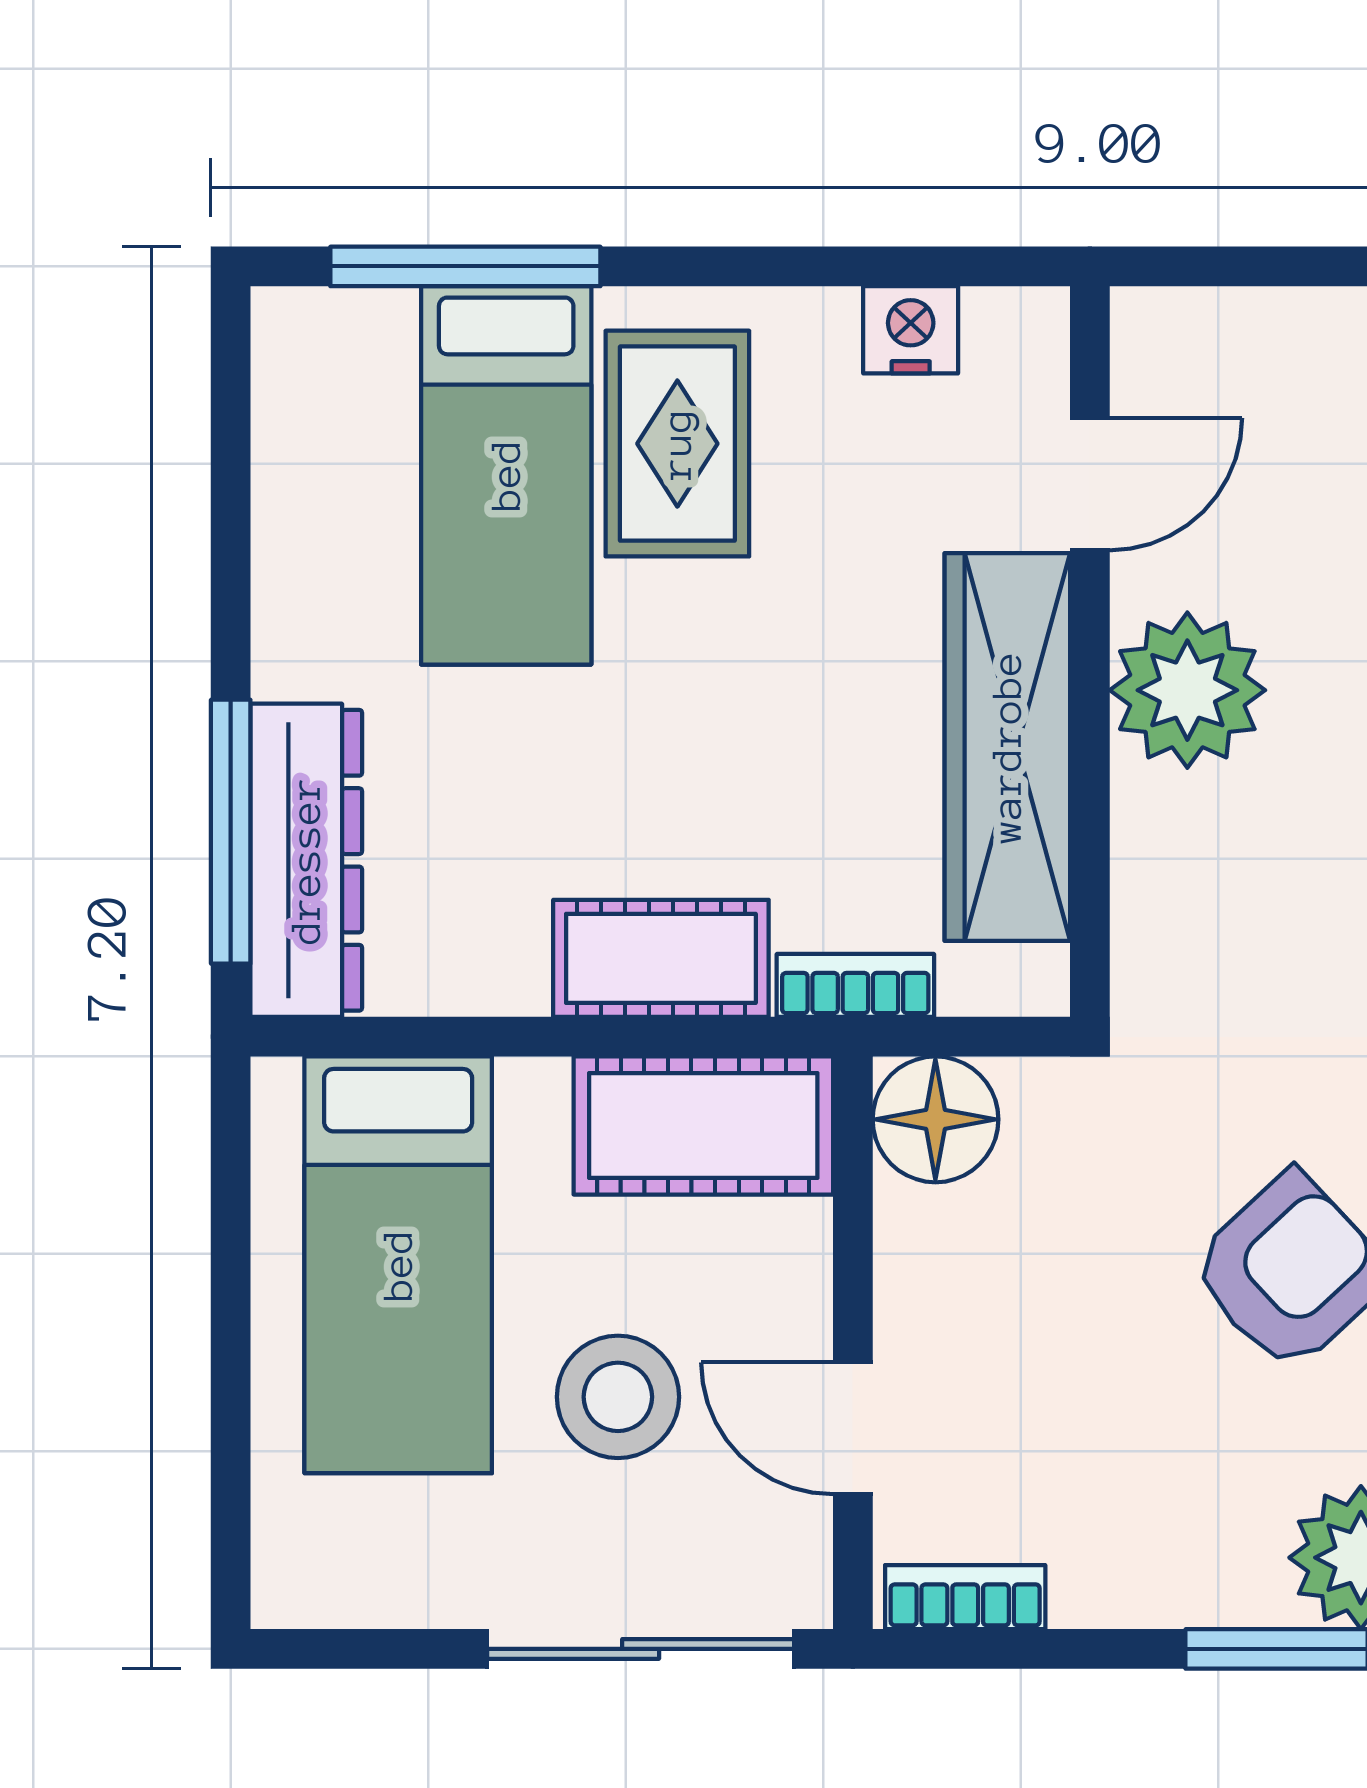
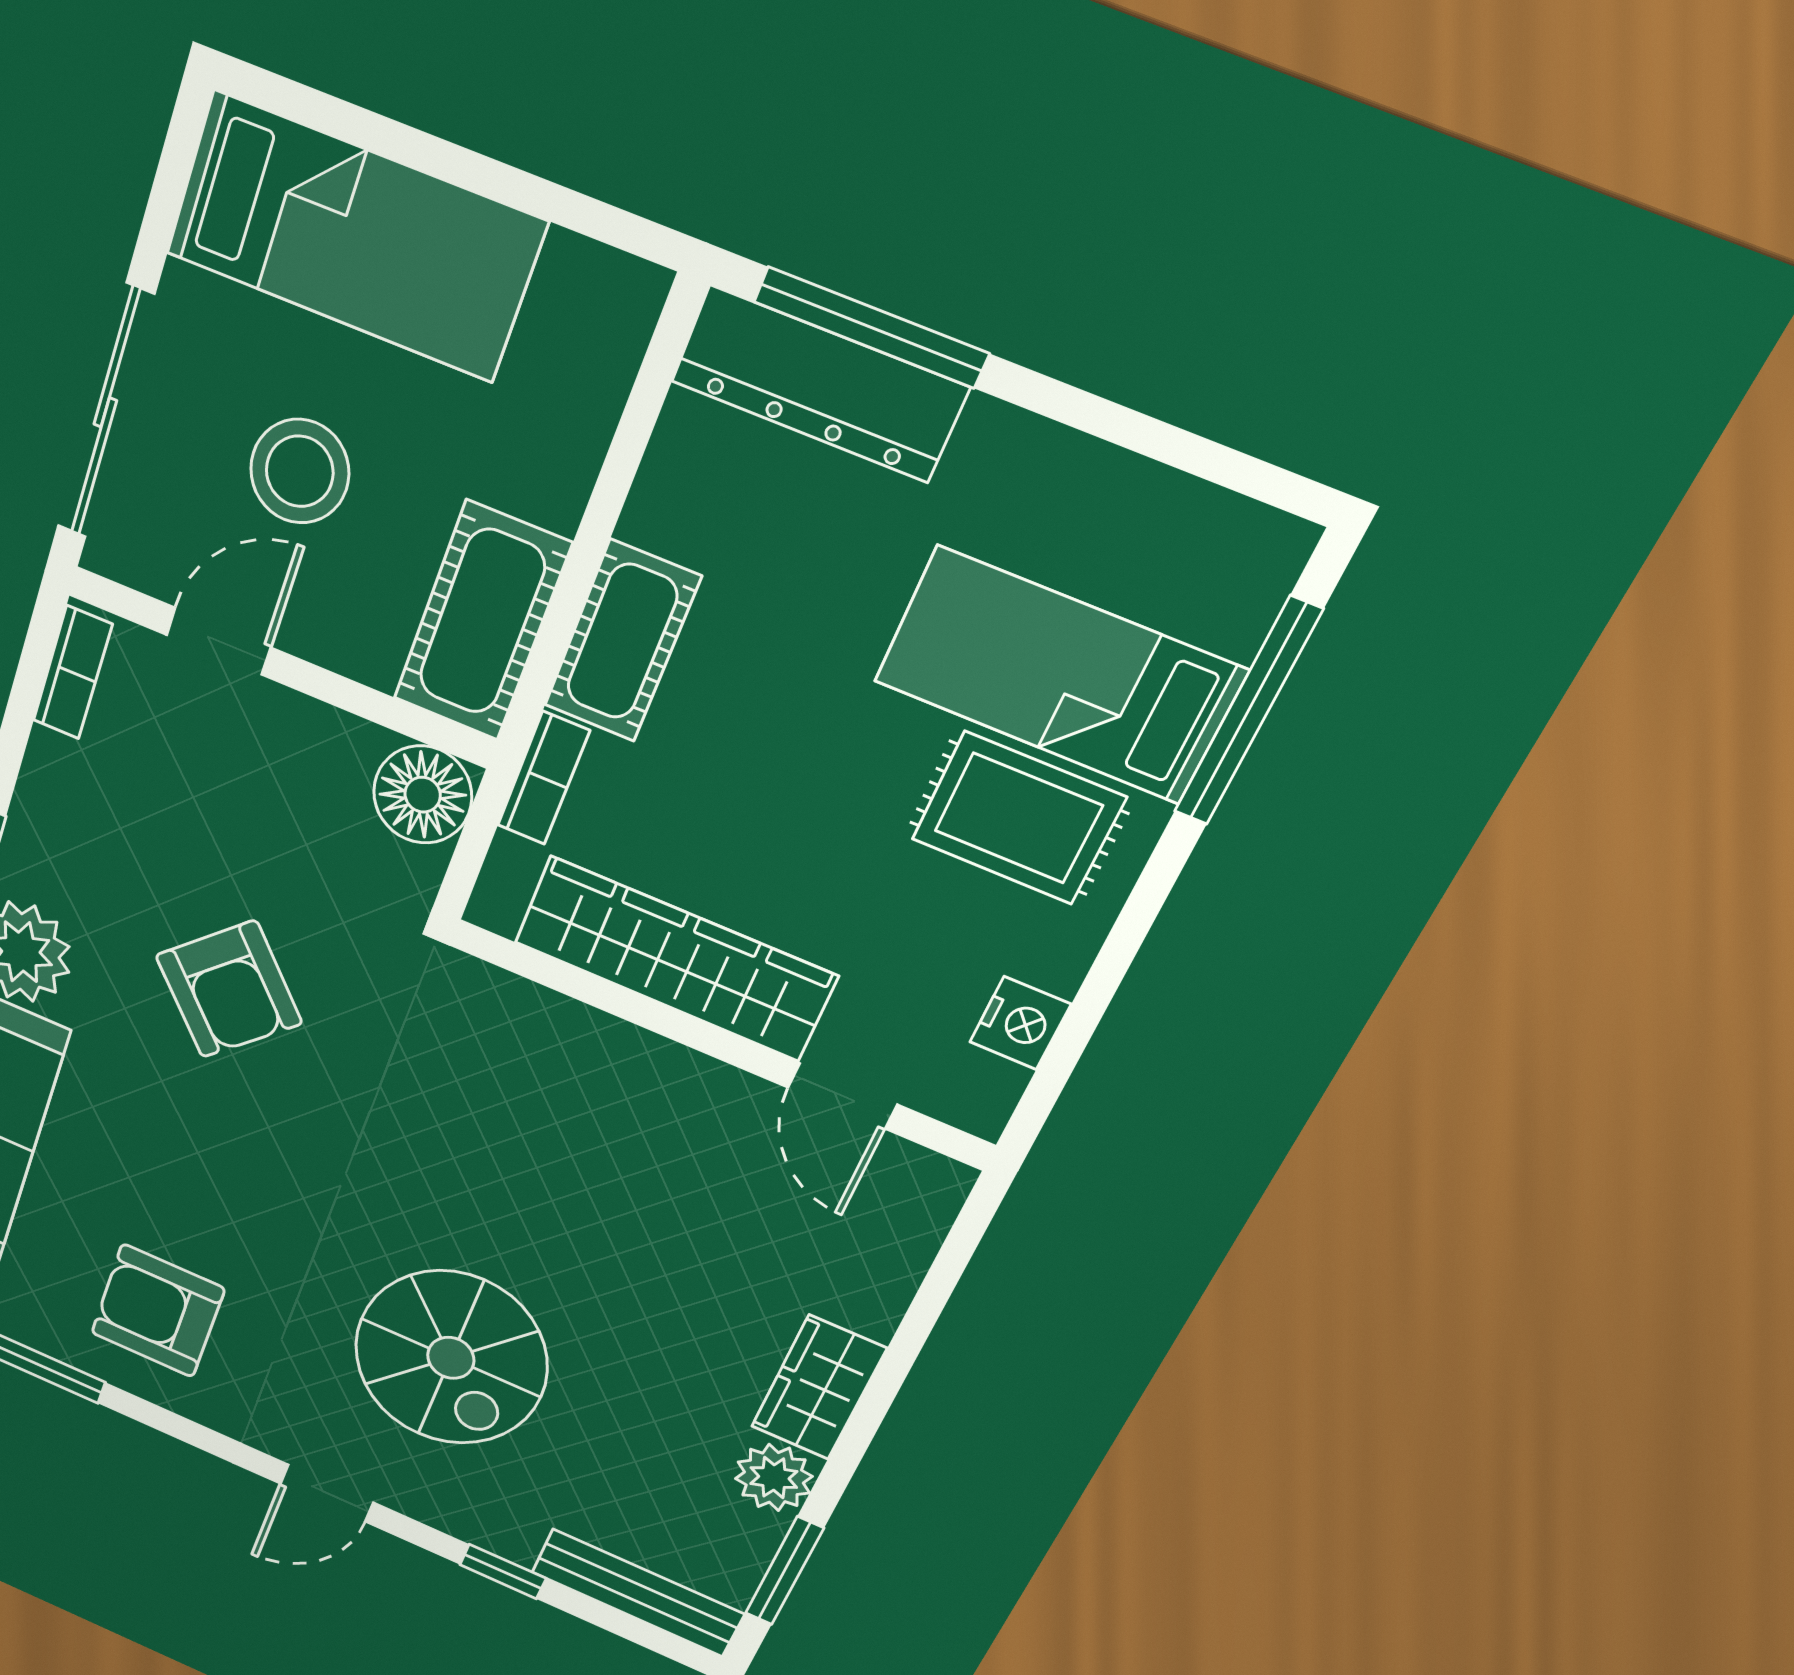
plant: (1187, 690) -> (662, 1096), removed
bed: (398, 1265) -> (354, 237), moved, turned 180

